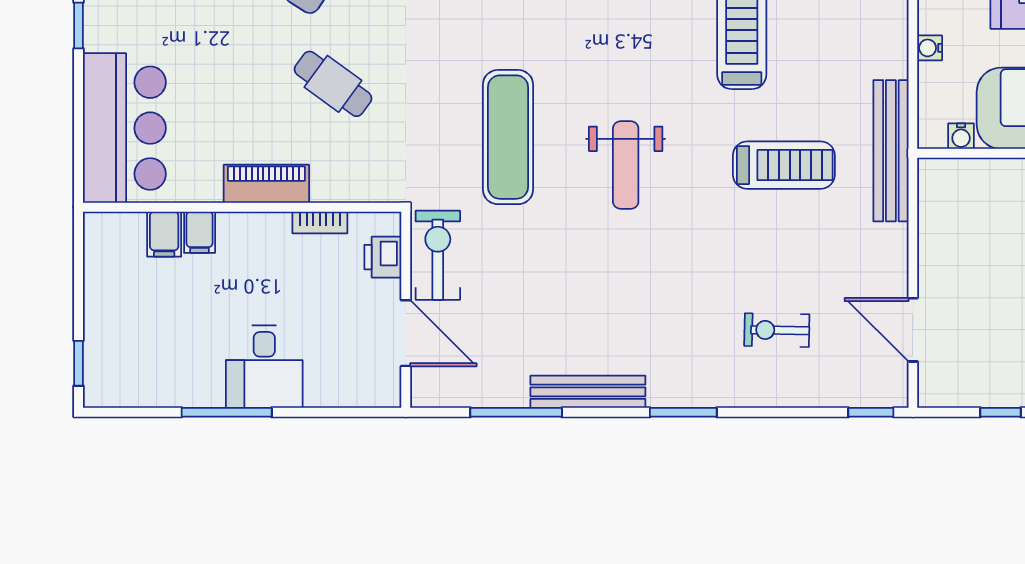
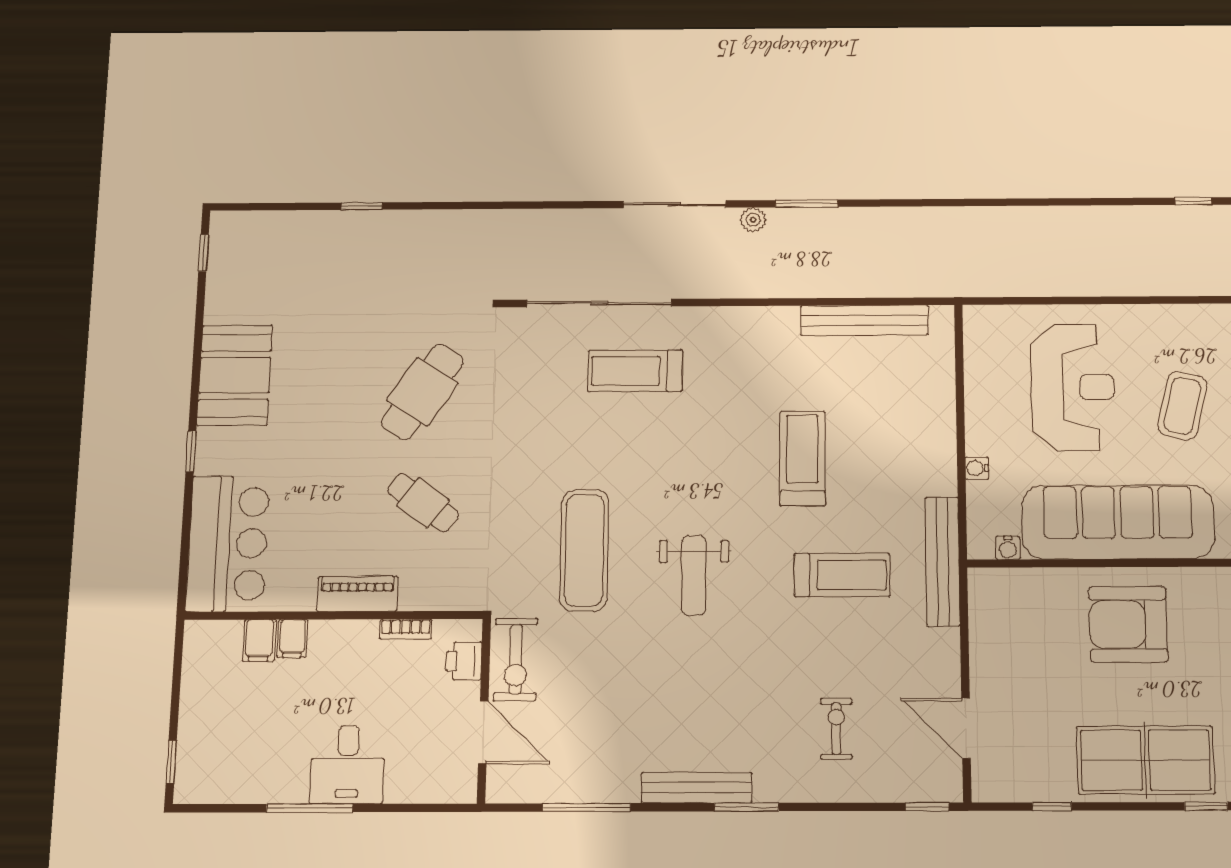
exercise bike: (438, 255) -> (516, 659), turned 180
exercise bike: (777, 330) -> (836, 729), turned 89
bench: (588, 392) -> (697, 788), moved

